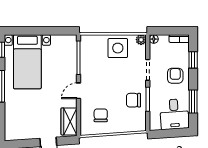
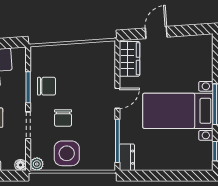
dresser: (71, 45) -> (127, 157), added
bed with nightstands: (27, 62) -> (178, 111), moved, turned -90
chair: (101, 115) -> (63, 118), moved

